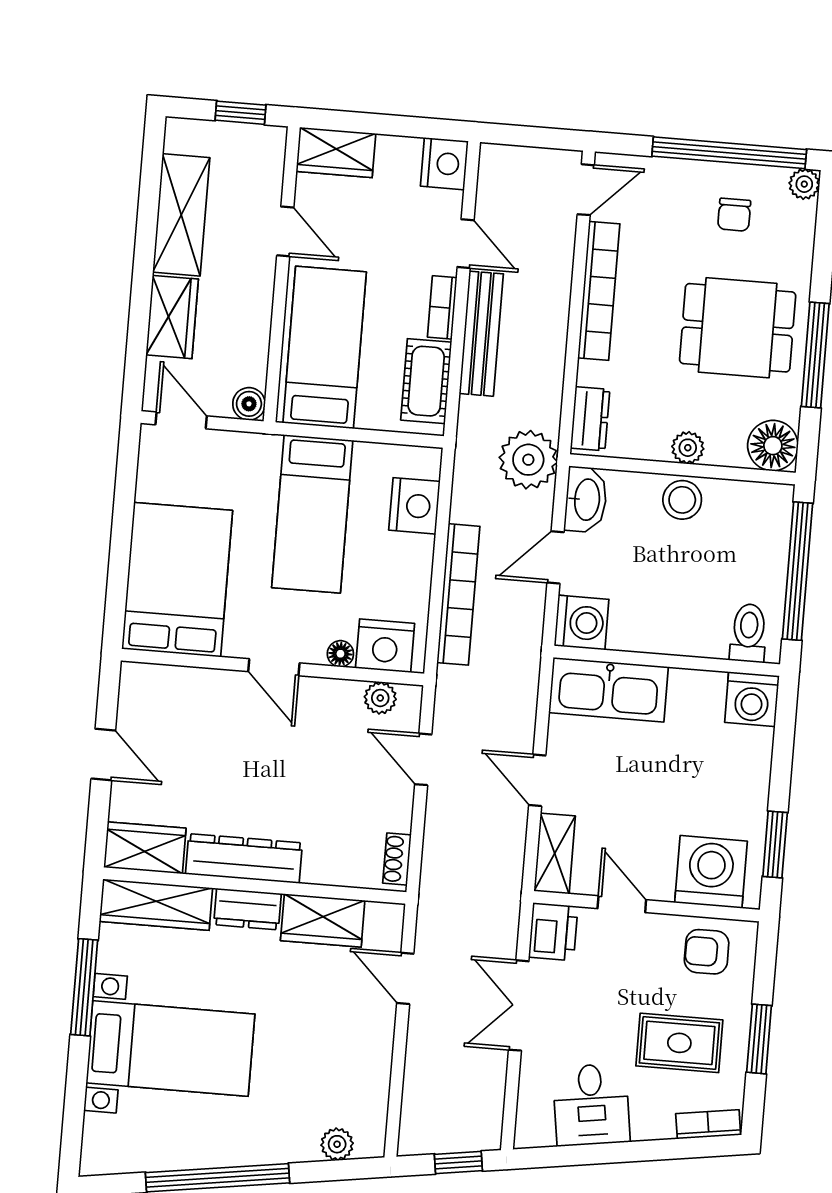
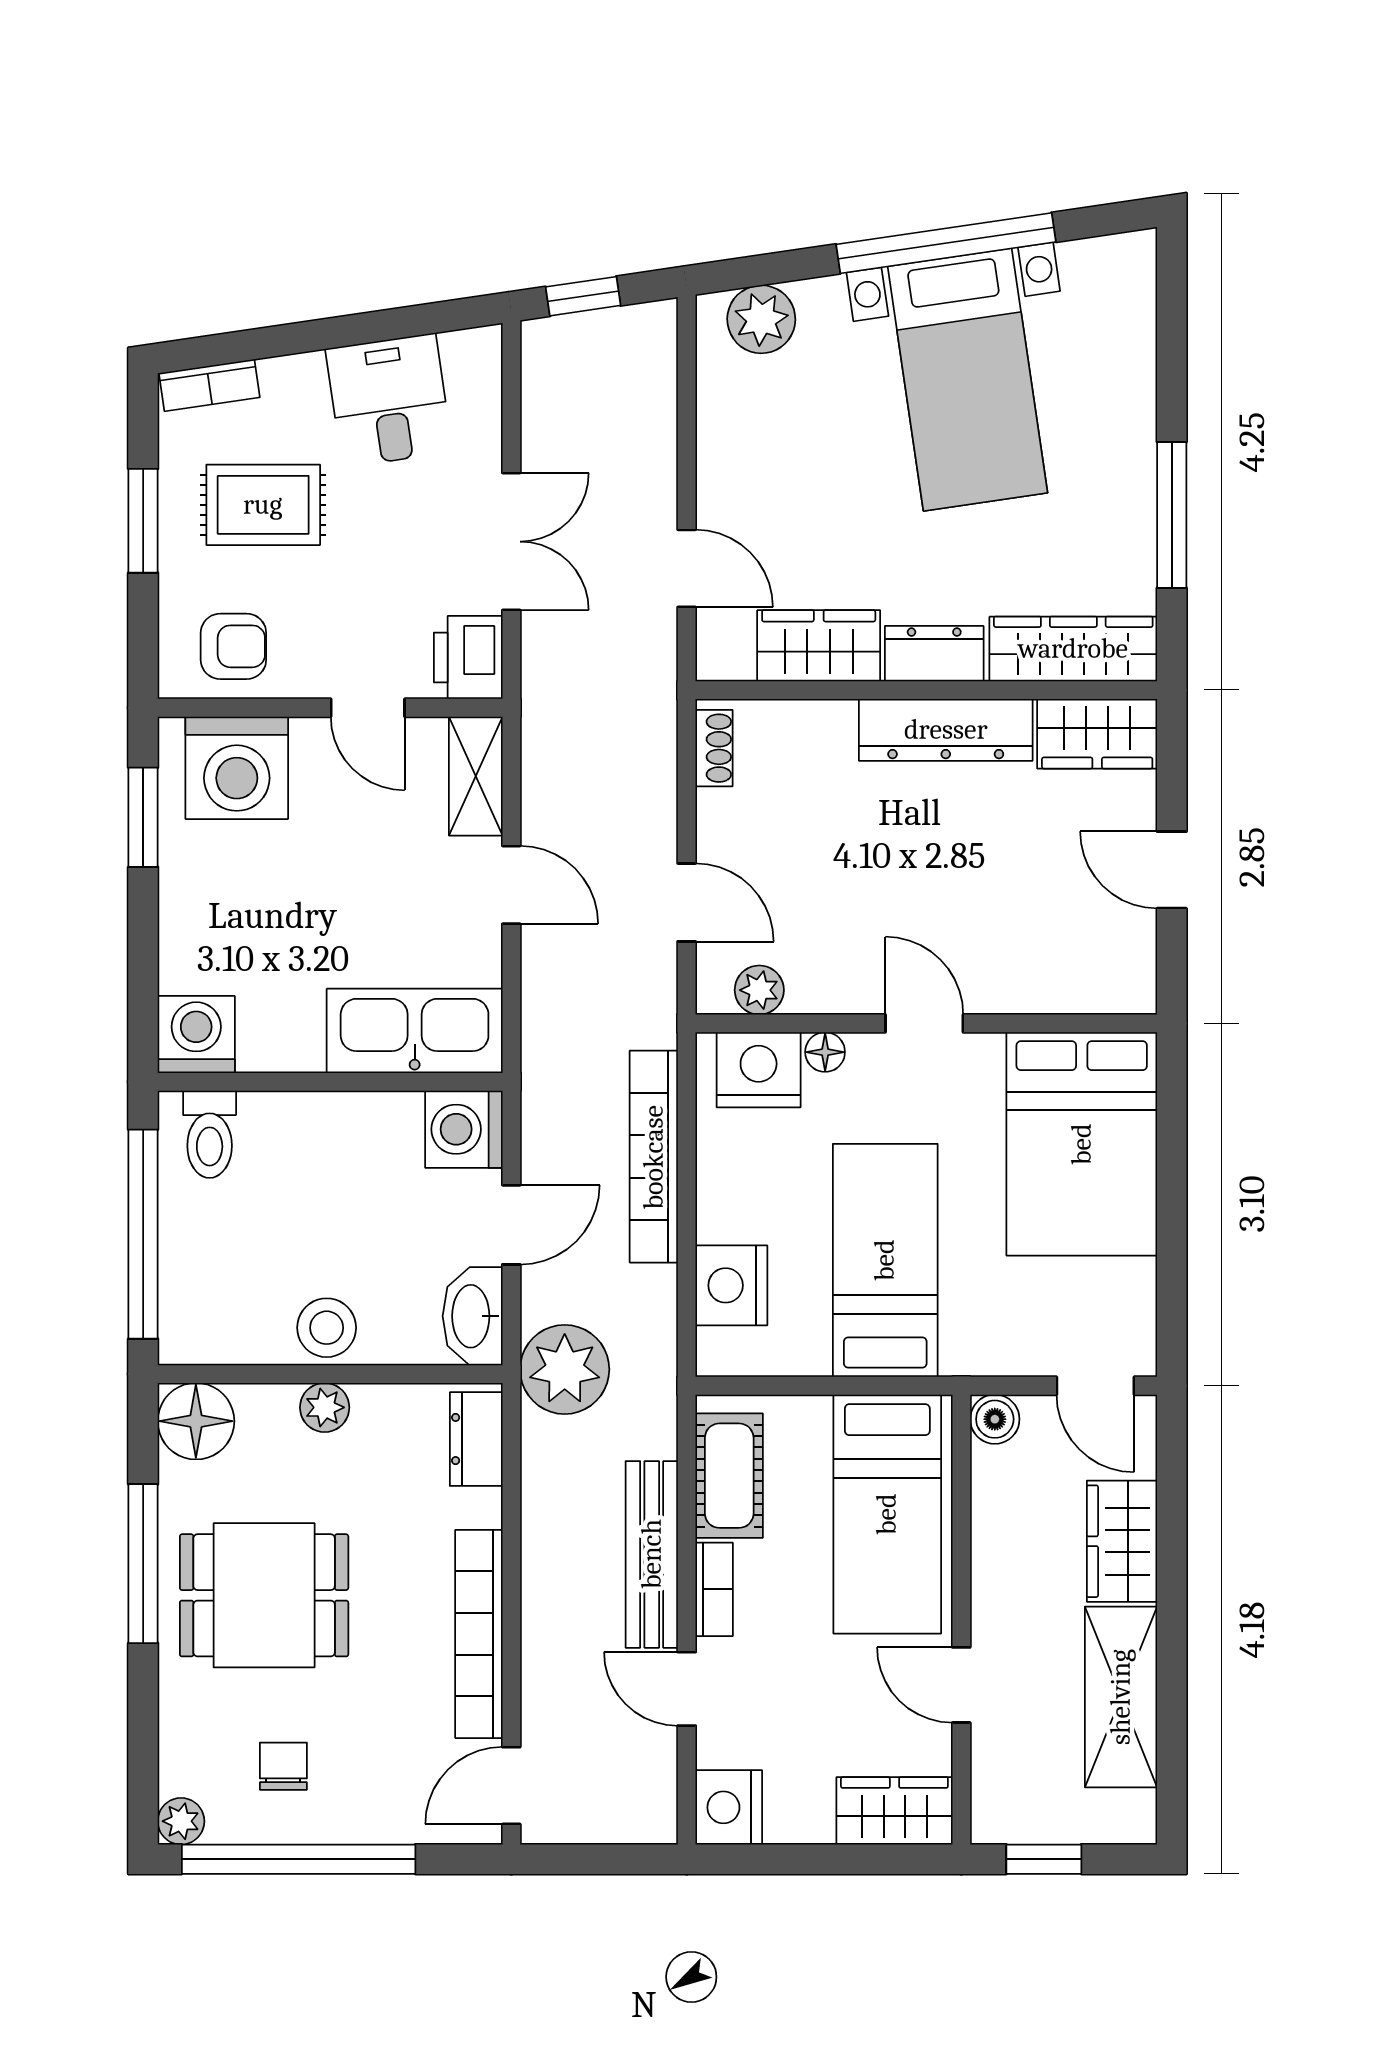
bed with nightstands: (170, 1049) -> (968, 380), moved, turned -98
plant: (337, 1144) -> (761, 319), width x1.38, depth x1.38

